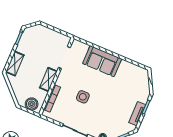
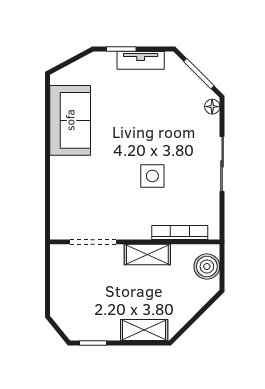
sofa: (102, 61) -> (70, 120), moved

